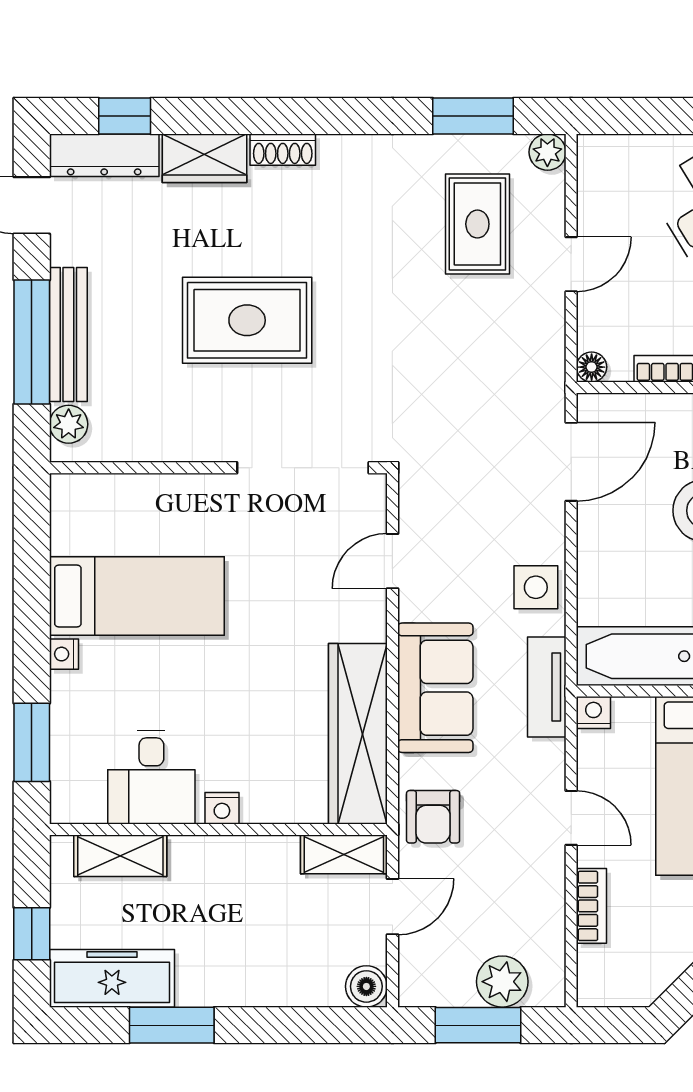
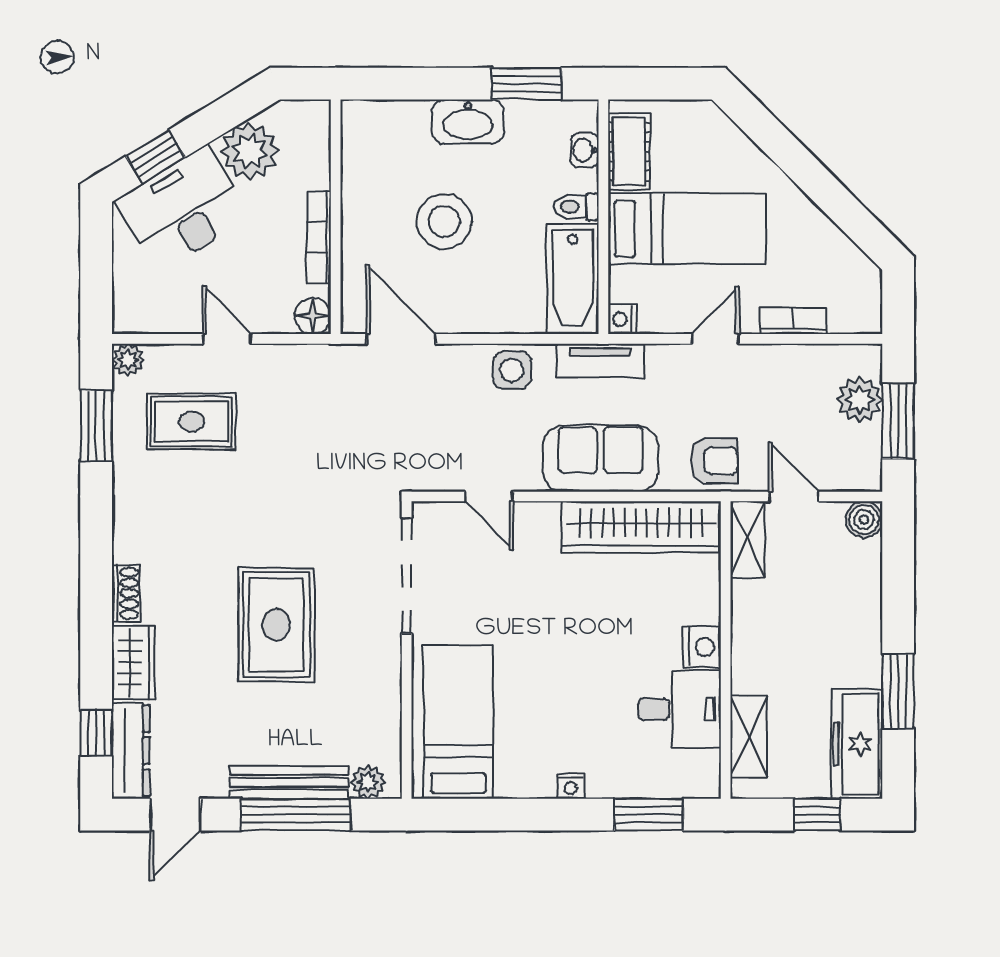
floor lamp: (592, 367) -> (313, 316), width x1.37, depth x1.37
bed: (137, 596) -> (458, 722), moved
nightstand: (222, 808) -> (702, 647), width x1.39, depth x1.35

